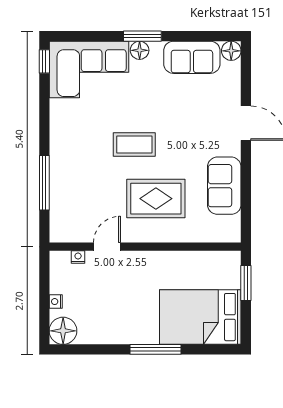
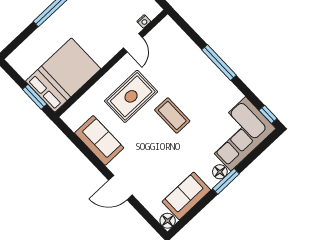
coffee table: (134, 145) -> (172, 115), turned 90
window: (44, 183) -> (219, 63), moved
bed: (200, 317) -> (63, 75), moved

